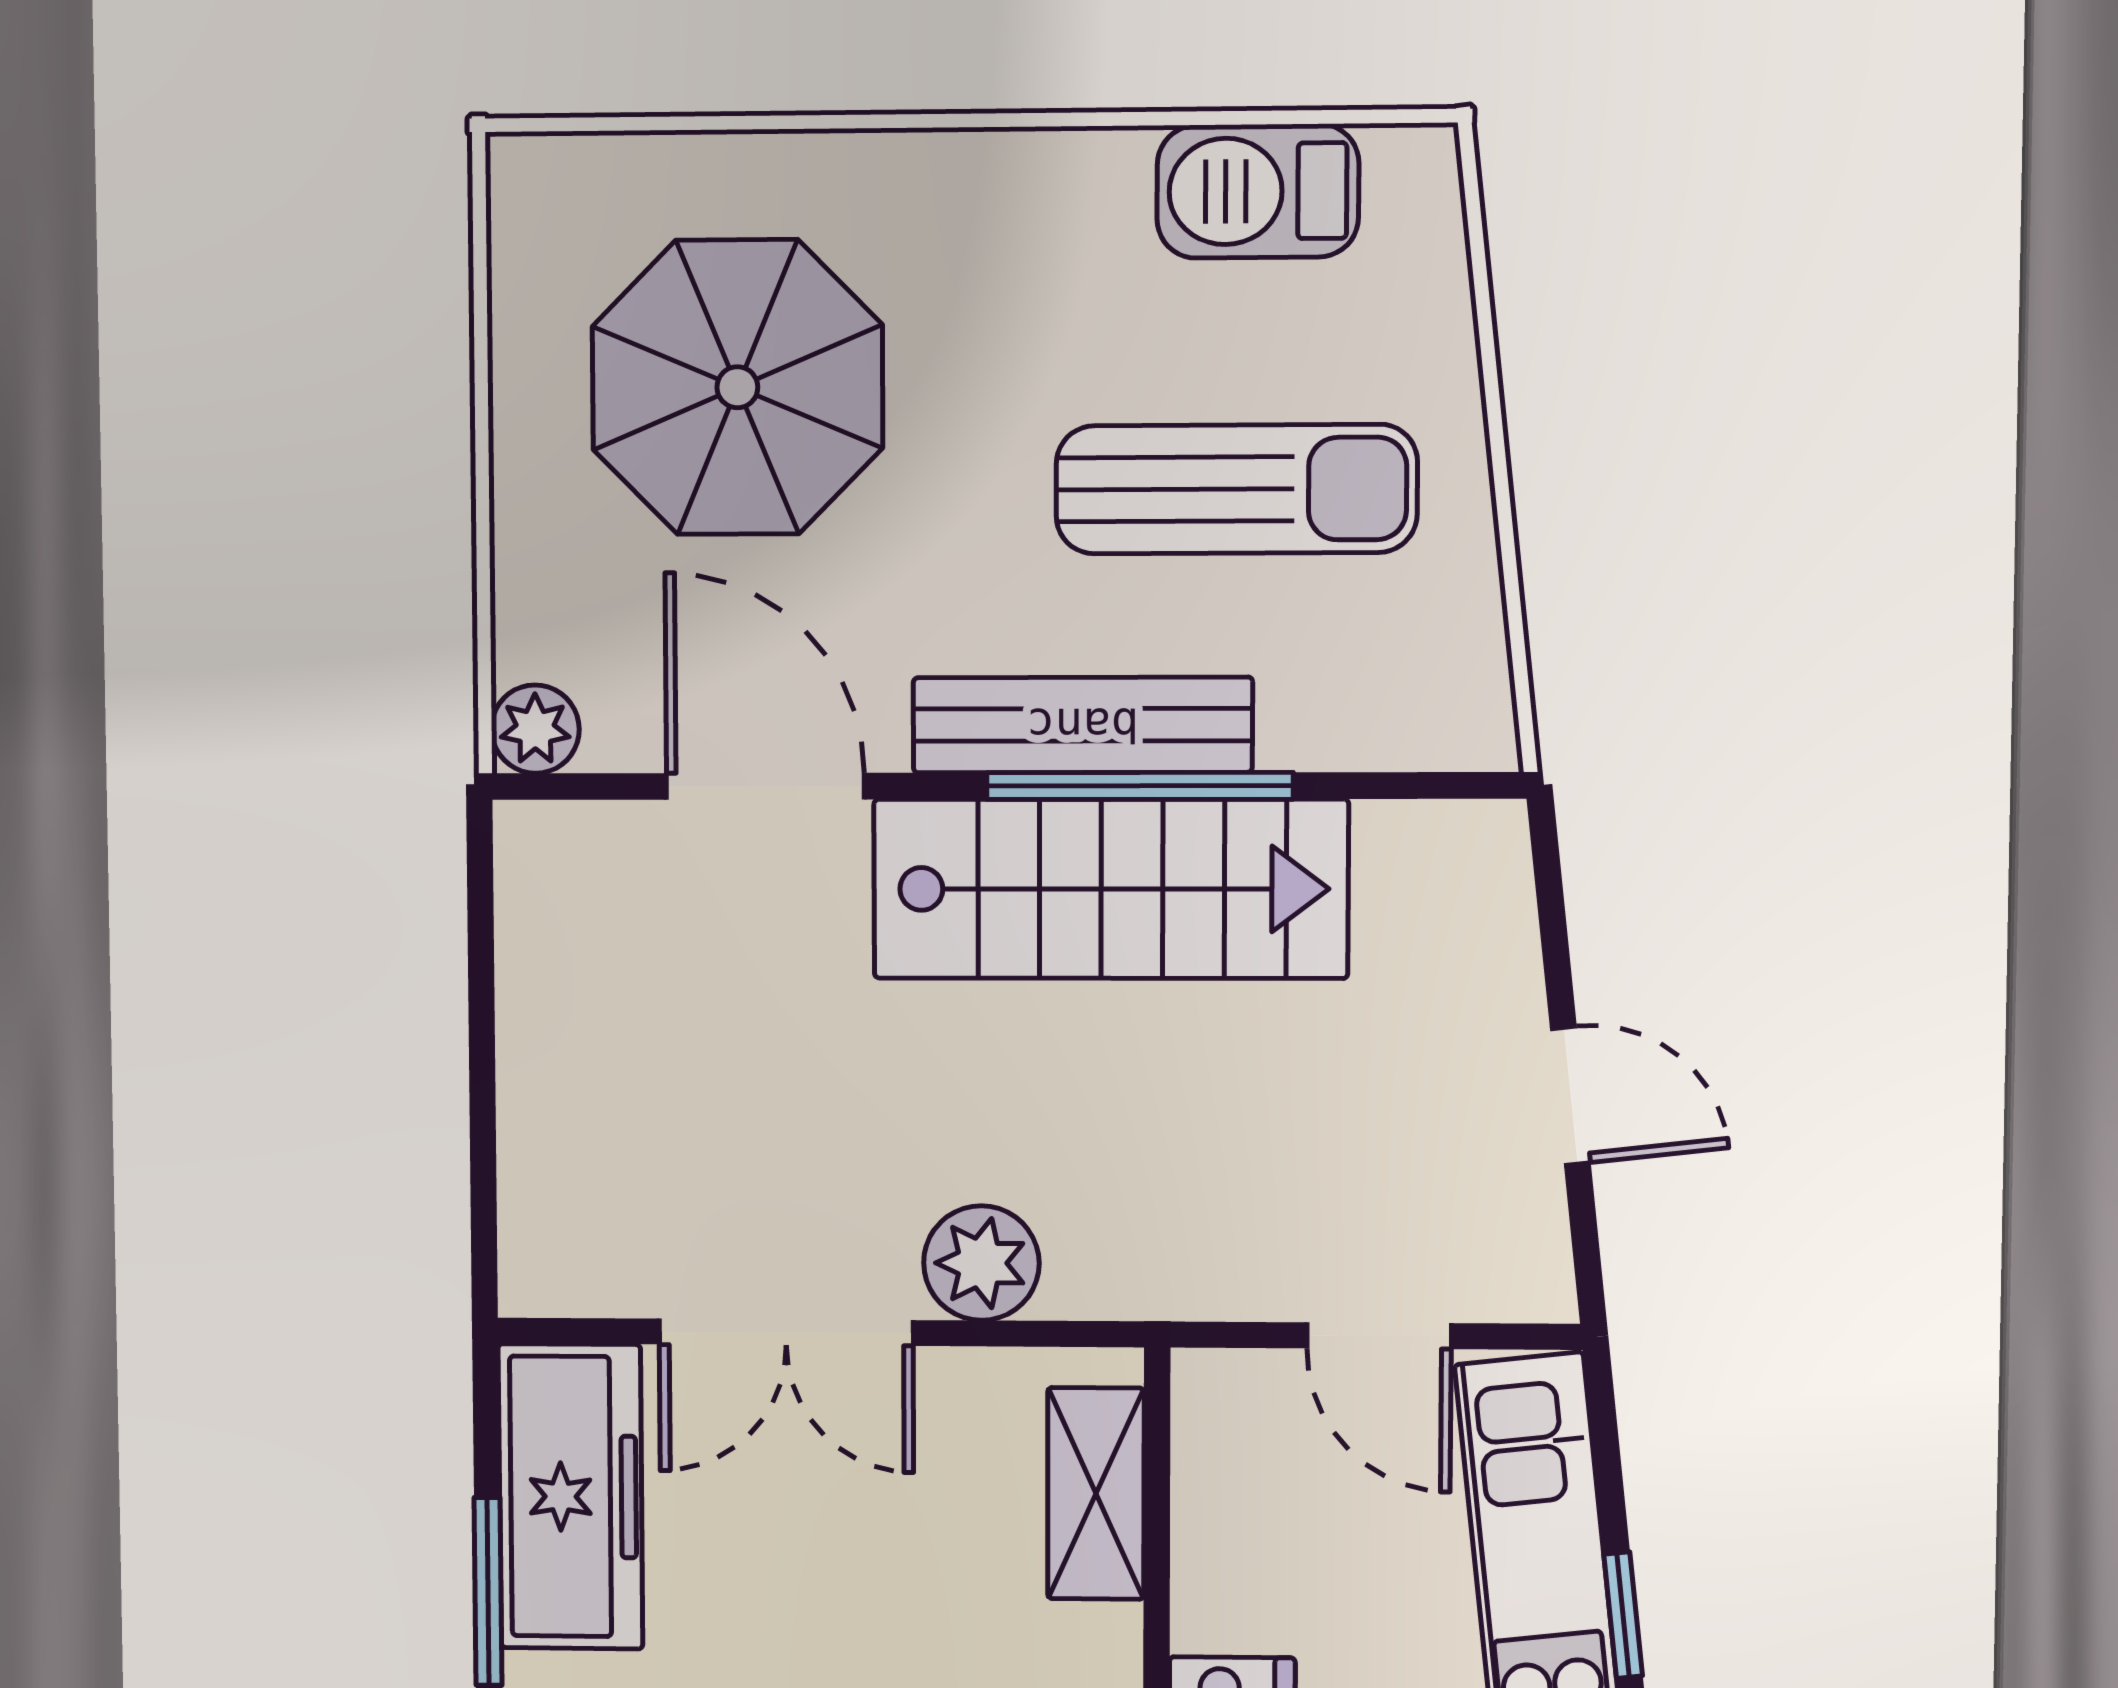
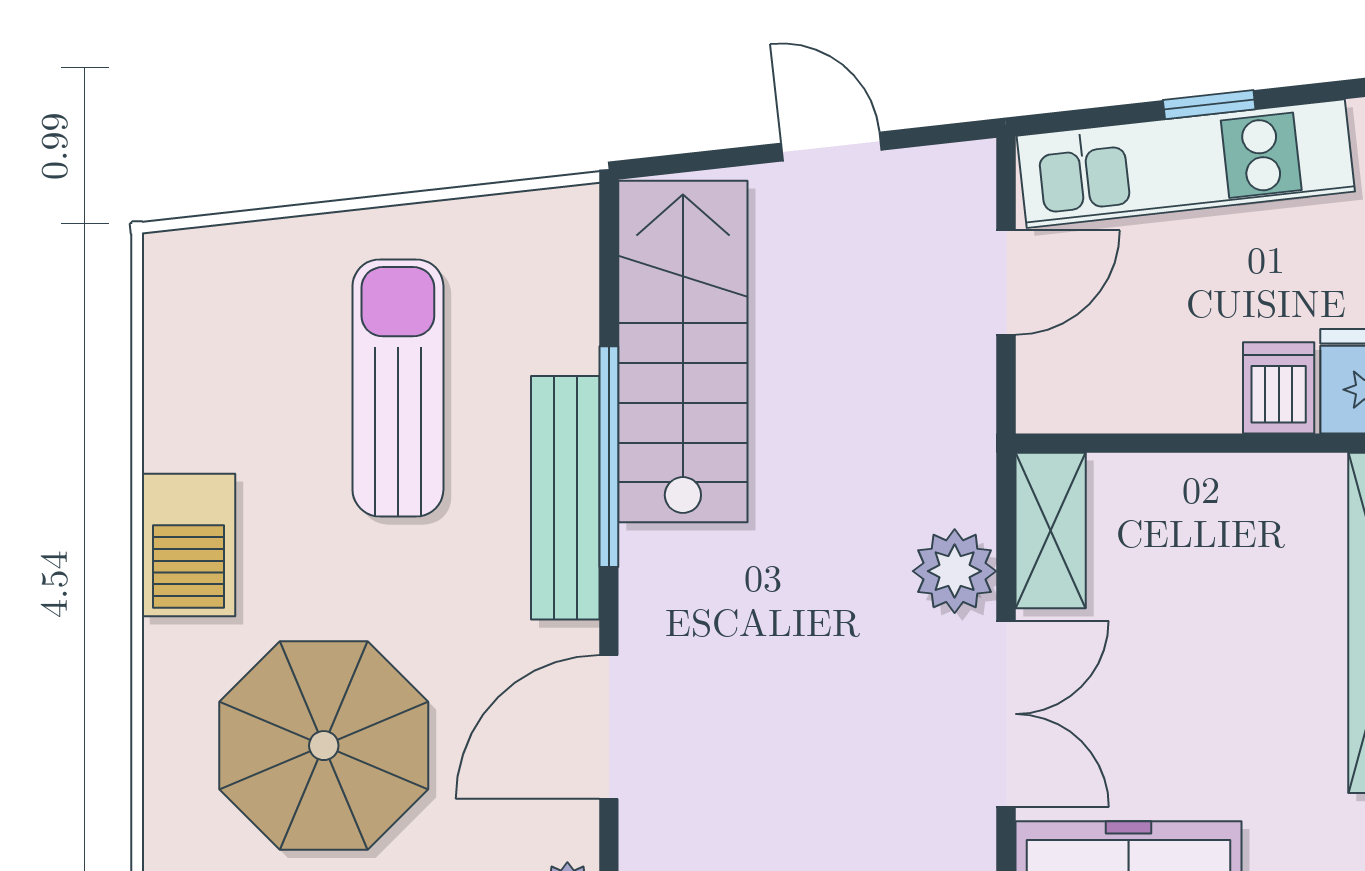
barbecue: (1258, 191) -> (189, 545), moved
stairs: (1110, 889) -> (683, 352), moved
door: (1570, 1096) -> (831, 147), hinge flipped
shelving: (1096, 1494) -> (1051, 531), moved, turned 90

